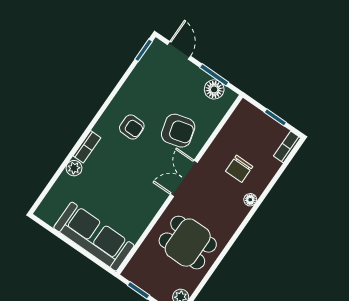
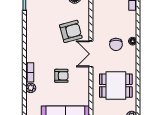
armchair: (132, 127) -> (61, 76), moved
chair: (239, 169) -> (116, 44), moved

